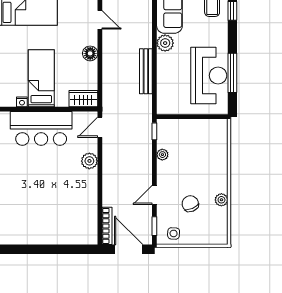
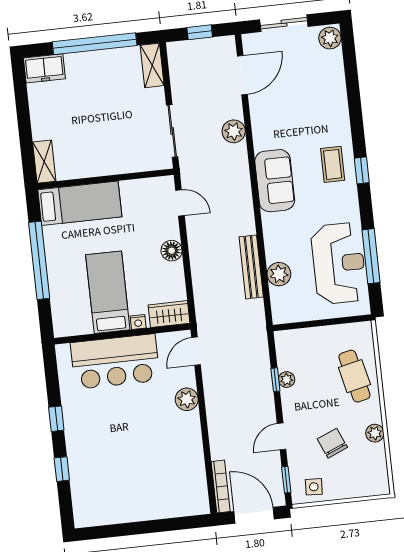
plant: (165, 43) -> (279, 274), moved
nightstand: (22, 102) -> (138, 322), moved
window: (154, 131) -> (275, 380), moved
cafe table: (211, 157) -> (354, 376), added

